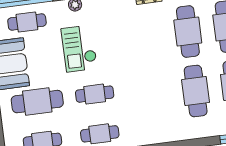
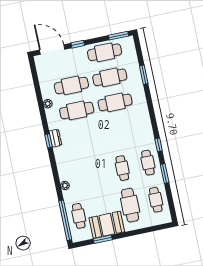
checkout: (79, 48) -> (93, 180), removed

